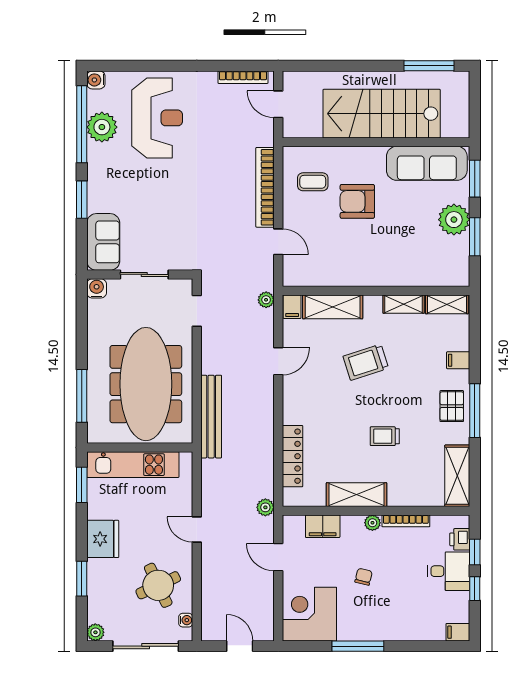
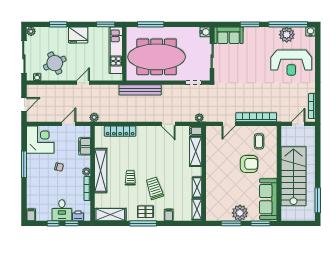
armchair: (357, 201) -> (249, 164), turned 90
trolley: (366, 362) -> (154, 188), moved
shelving: (357, 495) -> (101, 171), width x1.47

